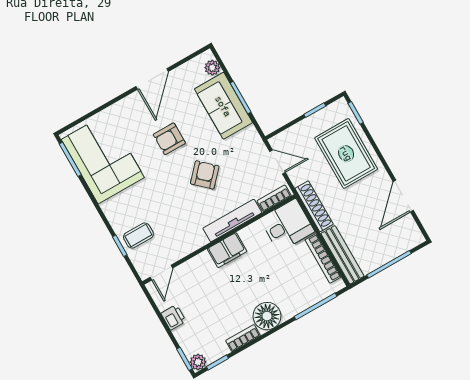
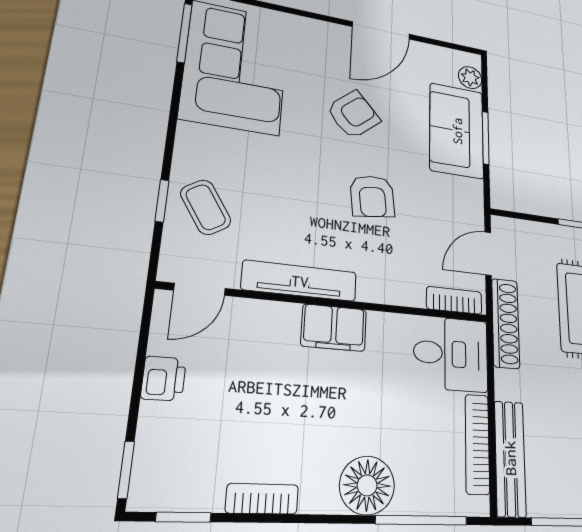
armchair: (169, 139) -> (353, 114), turned 139
door: (277, 162) -> (488, 254), swing flipped
armchair: (205, 175) -> (372, 196), turned 130
shoe rack: (314, 206) -> (506, 323), moved
tv unit: (232, 220) -> (300, 281), moved
coffee table: (138, 236) -> (206, 207), turned 58
floor lamp: (267, 316) -> (367, 485), moved
plant: (198, 362) -> (147, 493), removed

